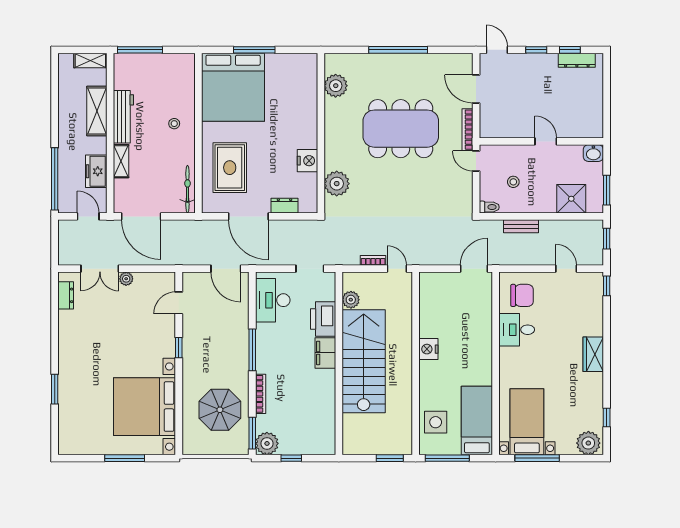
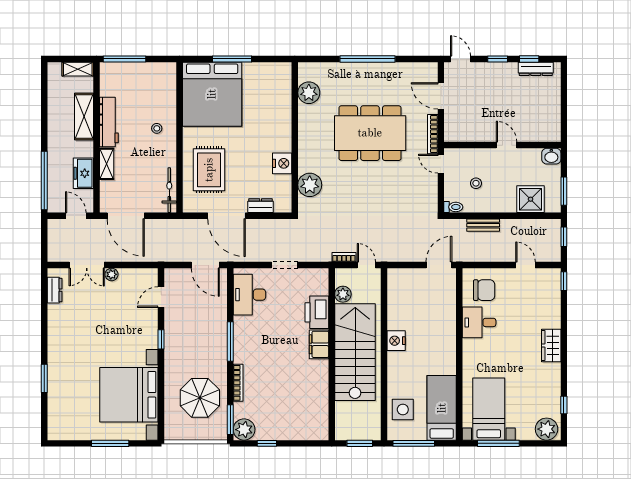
plant: (351, 300) -> (343, 294), moved
printer: (323, 319) -> (317, 312), moved
filing cabinet: (325, 353) -> (319, 344), moved
stairs: (364, 361) -> (355, 352), moved
wall: (339, 363) -> (332, 354), moved

